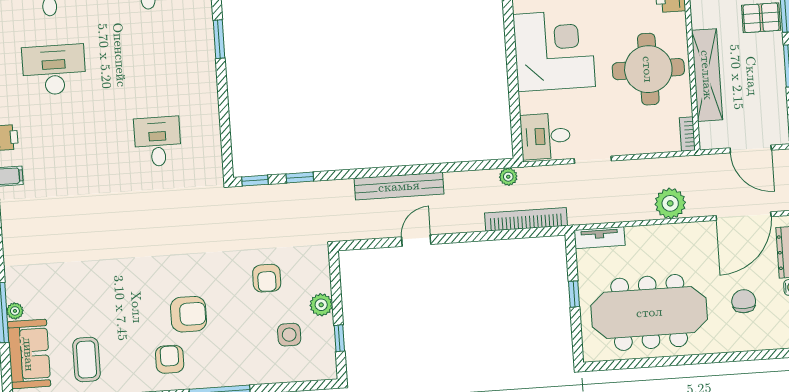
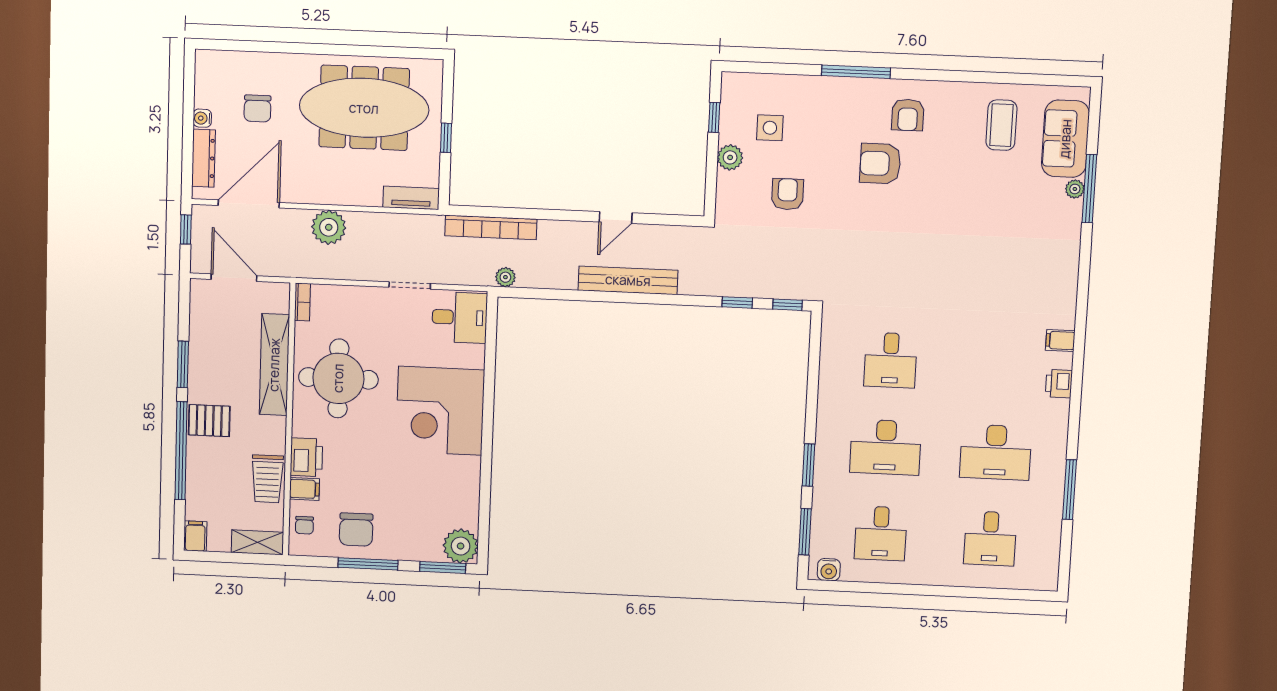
desk: (152, 63) -> (886, 447), added

